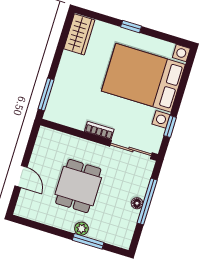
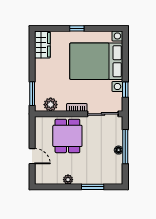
plant: (66, 116) -> (51, 105), added
dining table: (78, 186) -> (67, 136), moved
plant: (81, 229) -> (68, 180), moved

